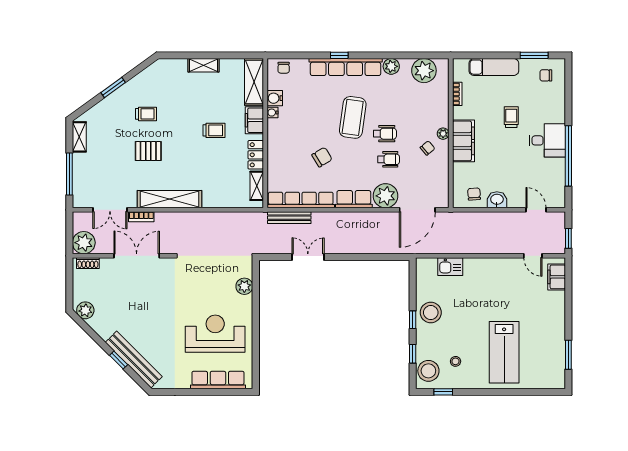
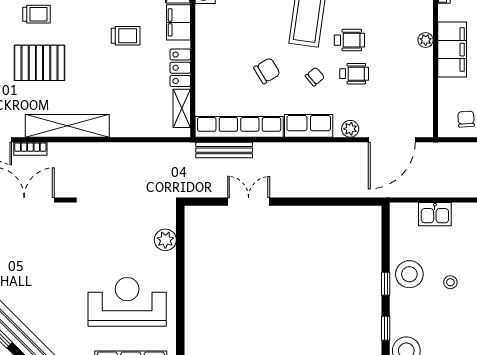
water cooler: (273, 113) -> (202, 12), removed
chair: (428, 148) -> (315, 77), moved
pallet: (148, 151) -> (39, 63), width x1.50, depth x1.42
plant: (386, 196) -> (350, 129), width x0.53, depth x0.53
stool: (456, 361) -> (450, 282), moved

